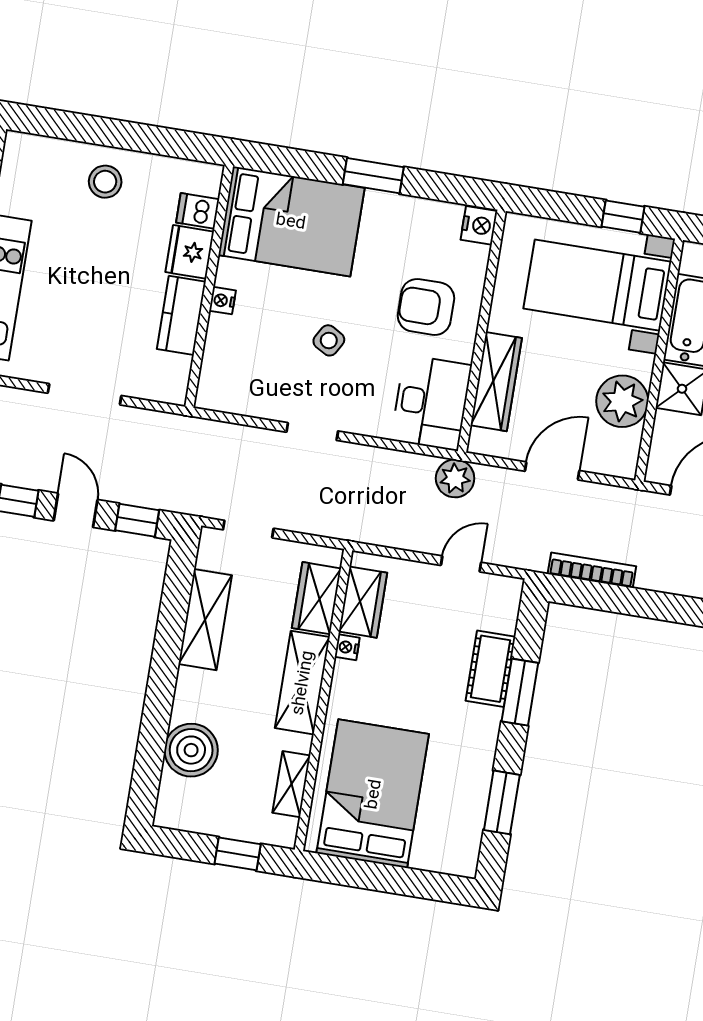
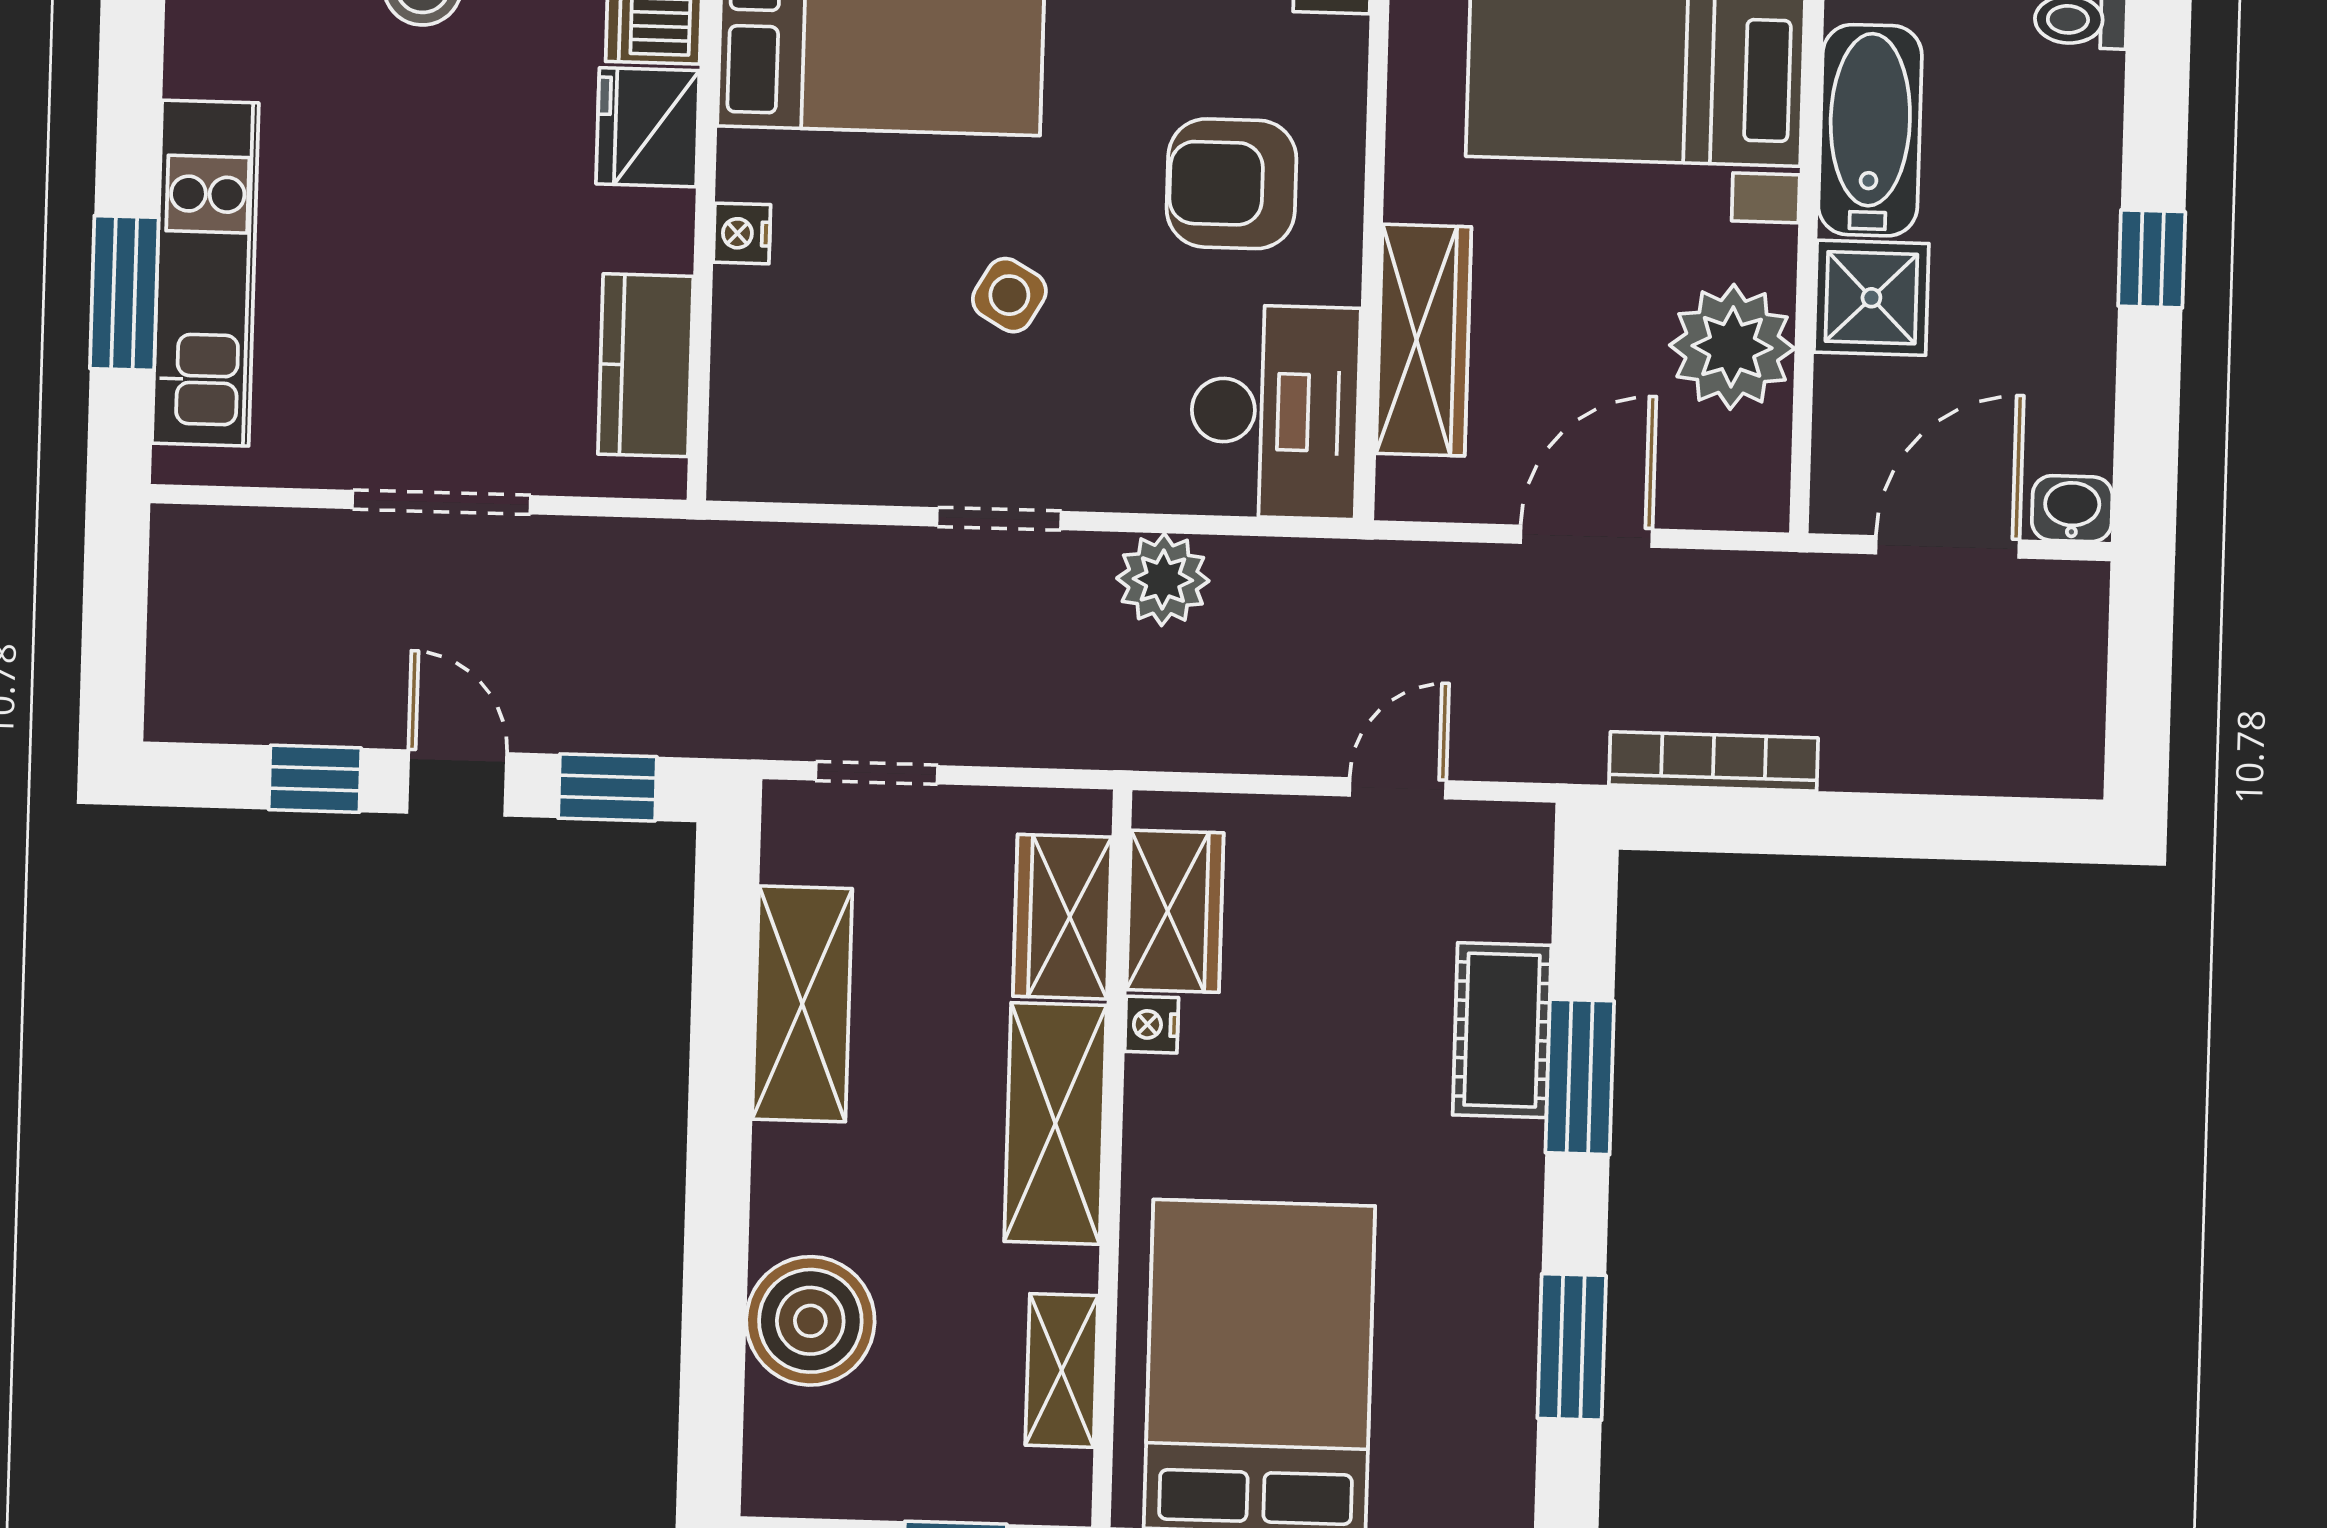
kitchen counter: (181, 315) -> (646, 365), moved
plant: (455, 478) -> (1163, 580), moved

